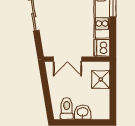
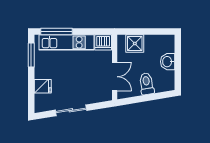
toilet: (67, 108) -> (147, 84), moved, turned 81

